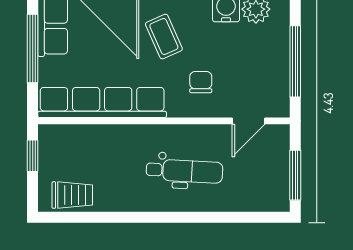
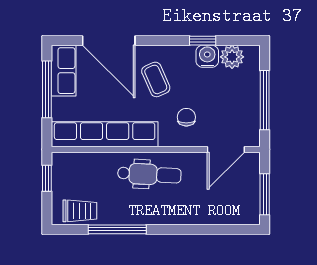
door: (248, 121) -> (226, 149), width x1.37
dental chair: (184, 171) -> (149, 174), moved
window: (117, 217) -> (117, 229), added

